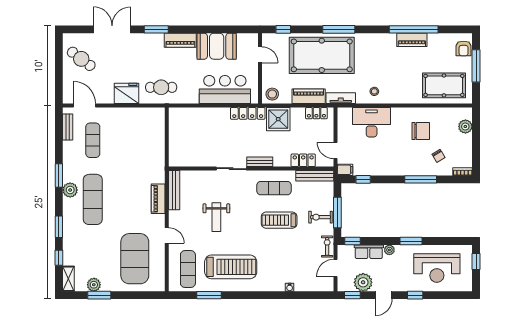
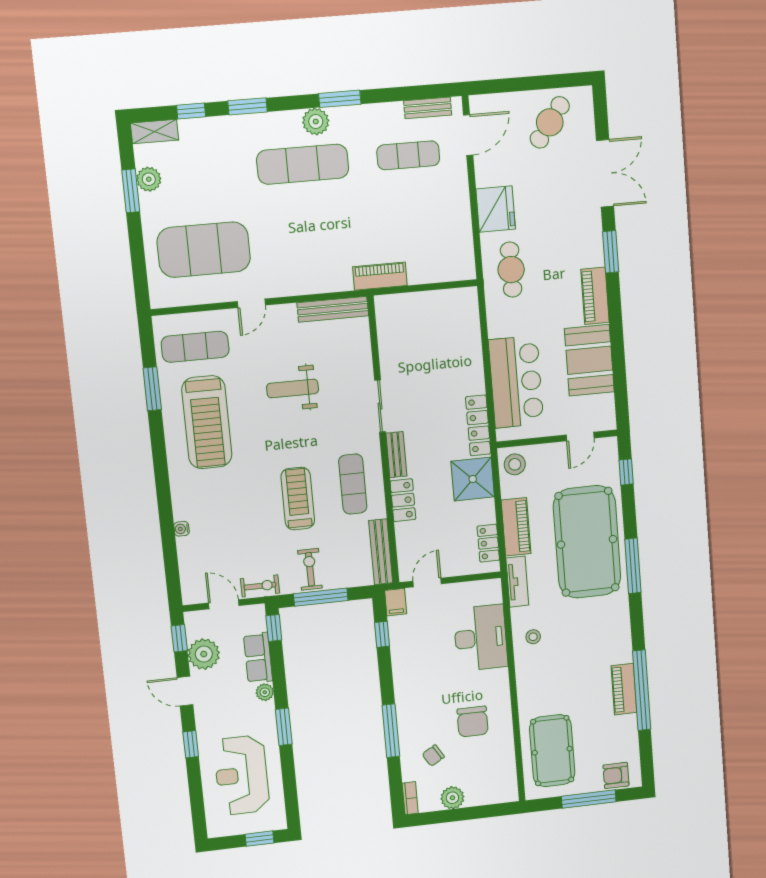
plant: (465, 126) -> (452, 798), moved
locker: (303, 160) -> (403, 500), moved
piano: (158, 199) -> (380, 276), moved

